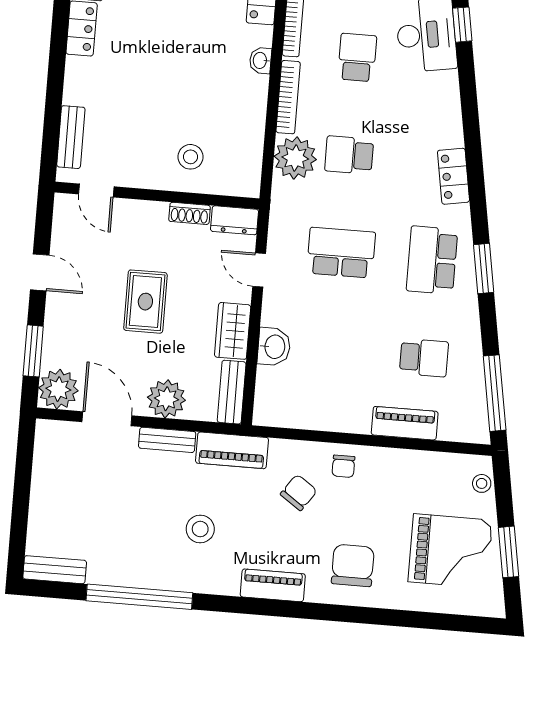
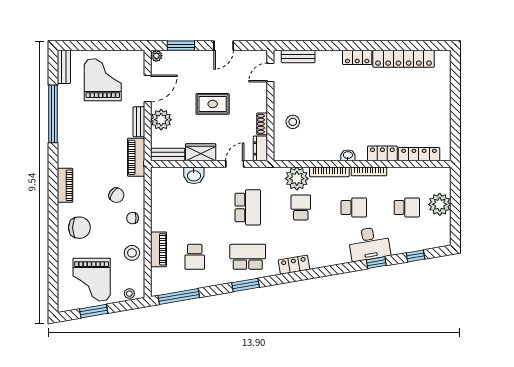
plant: (58, 389) -> (156, 56), width x0.53, depth x0.53
grand piano: (84, 500) -> (103, 80), added
stool: (200, 529) -> (132, 253), moved

